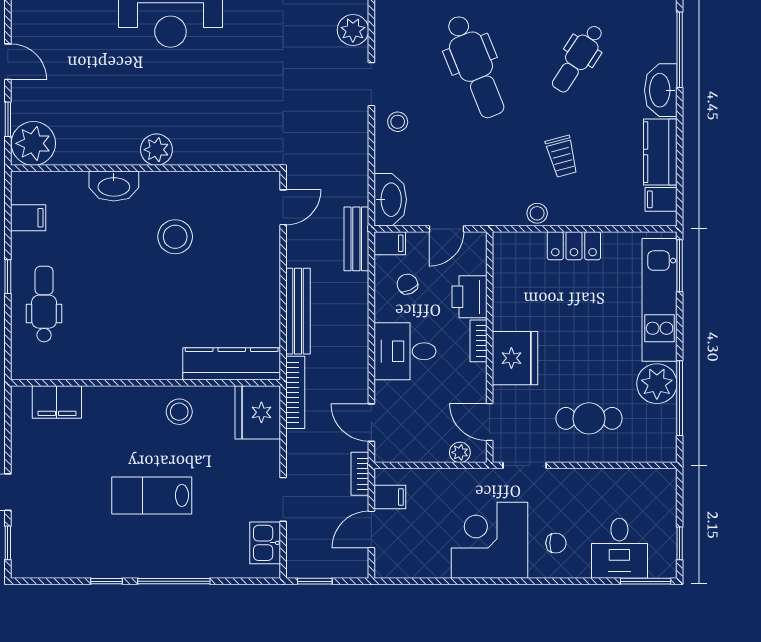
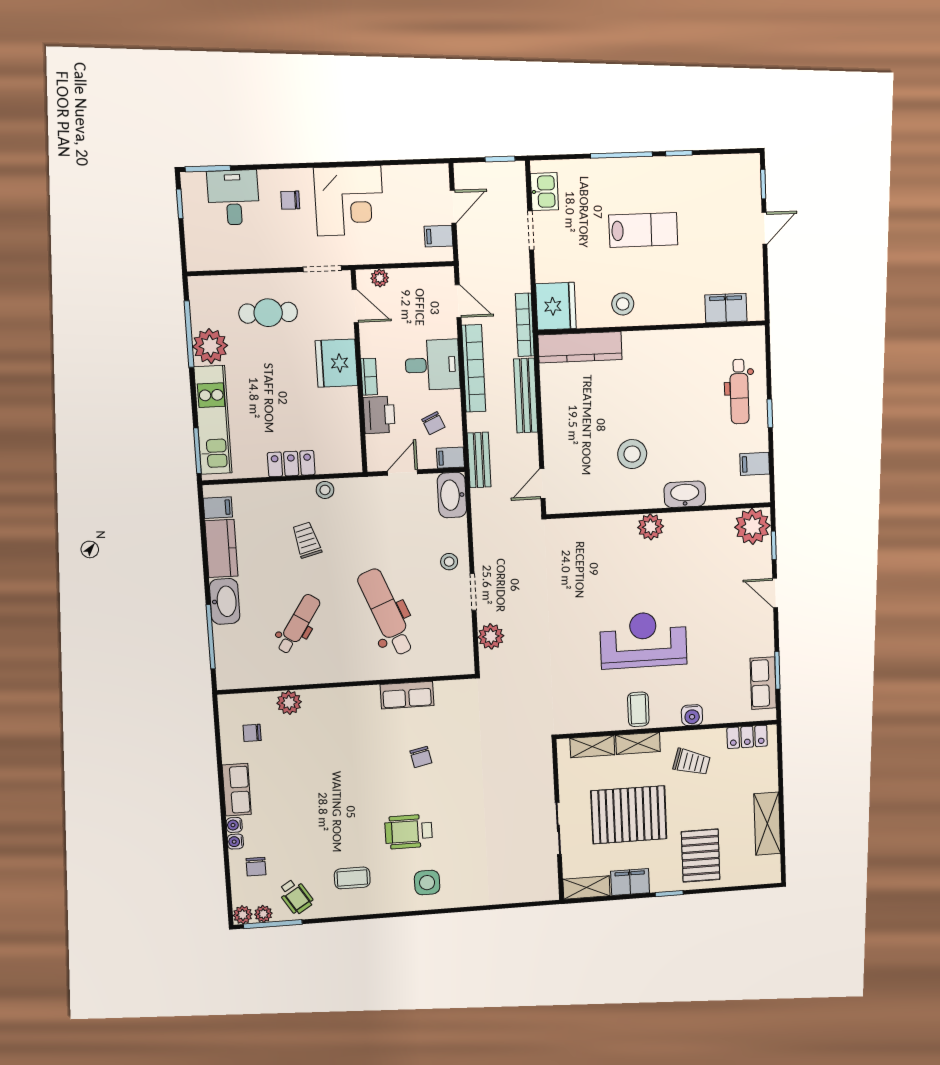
bookcase: (360, 474) -> (474, 368), moved, width x2.31, depth x1.31

